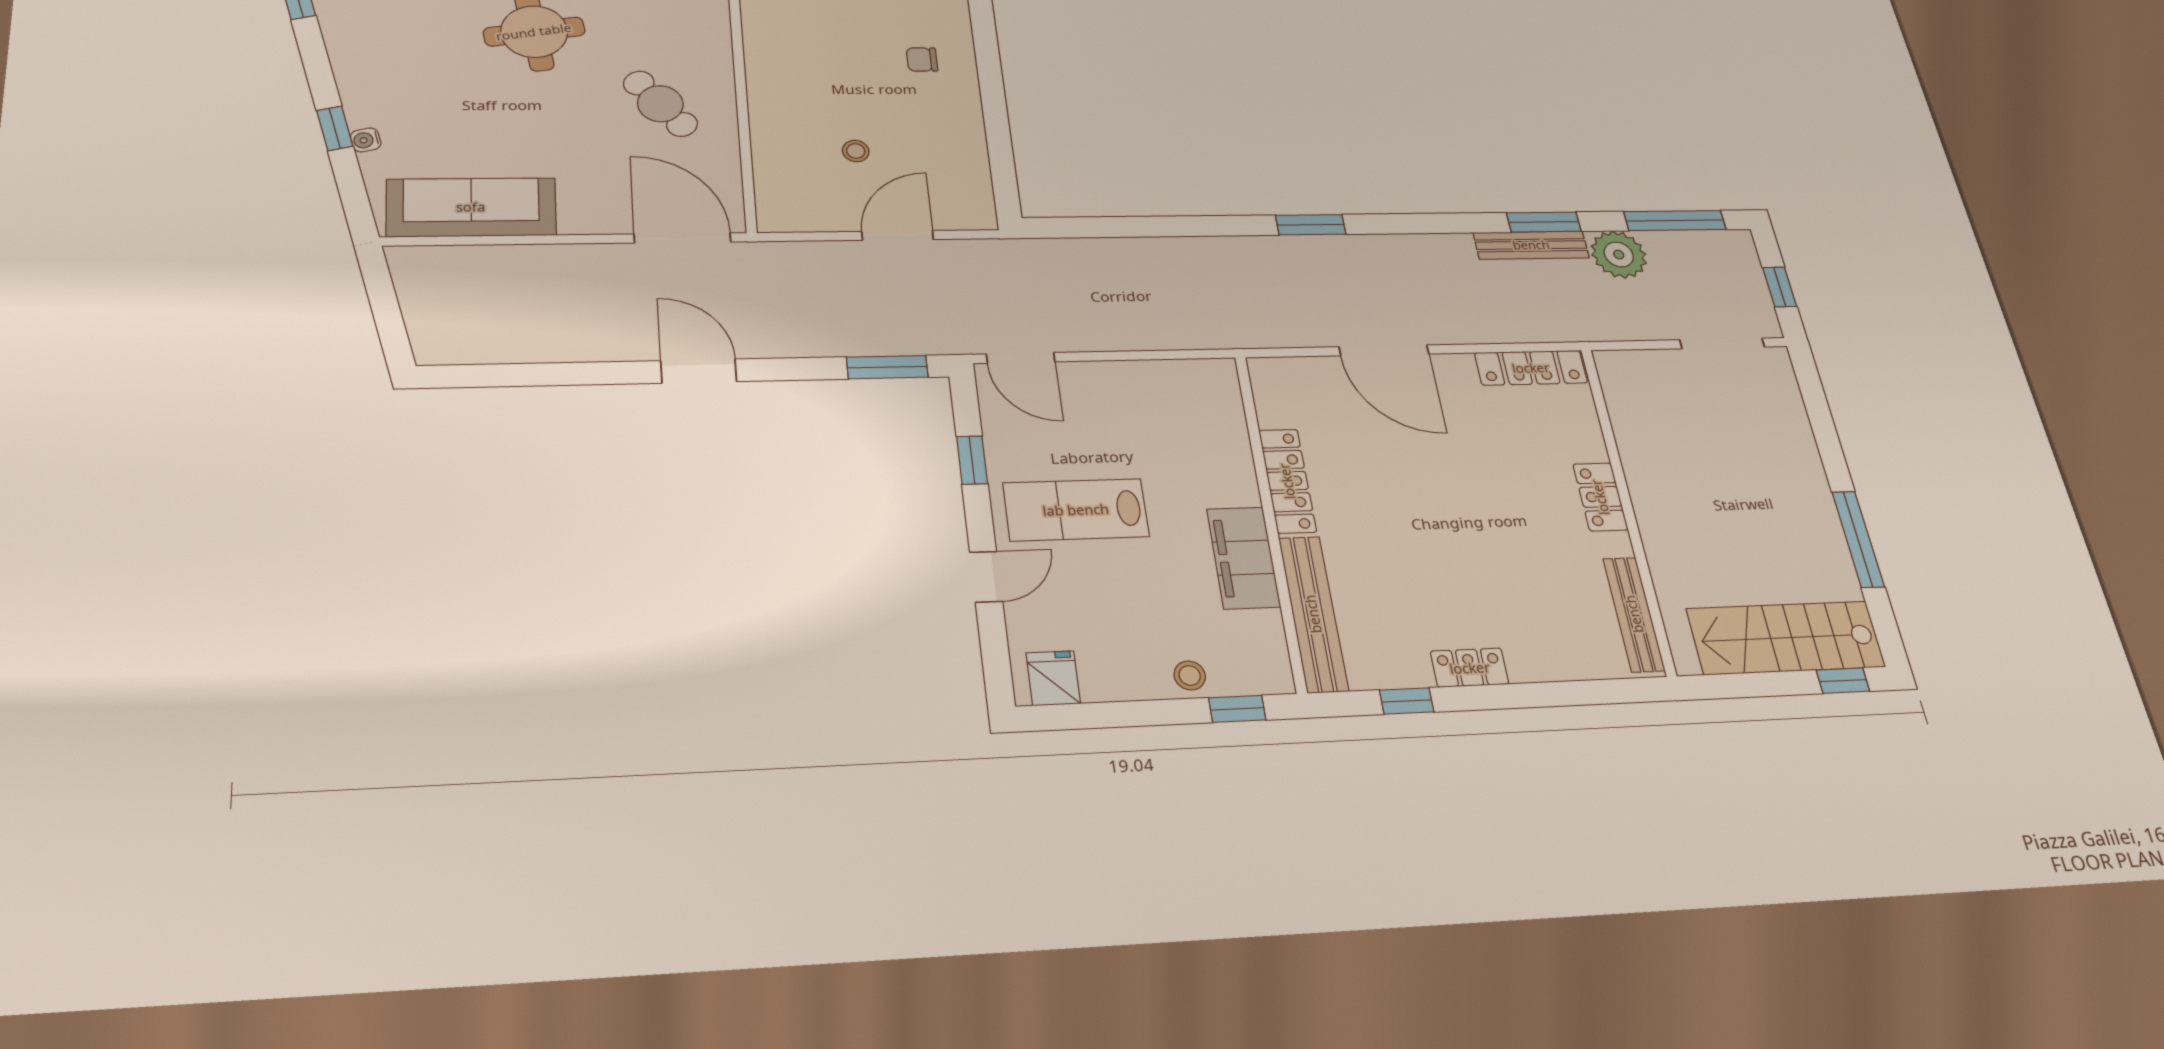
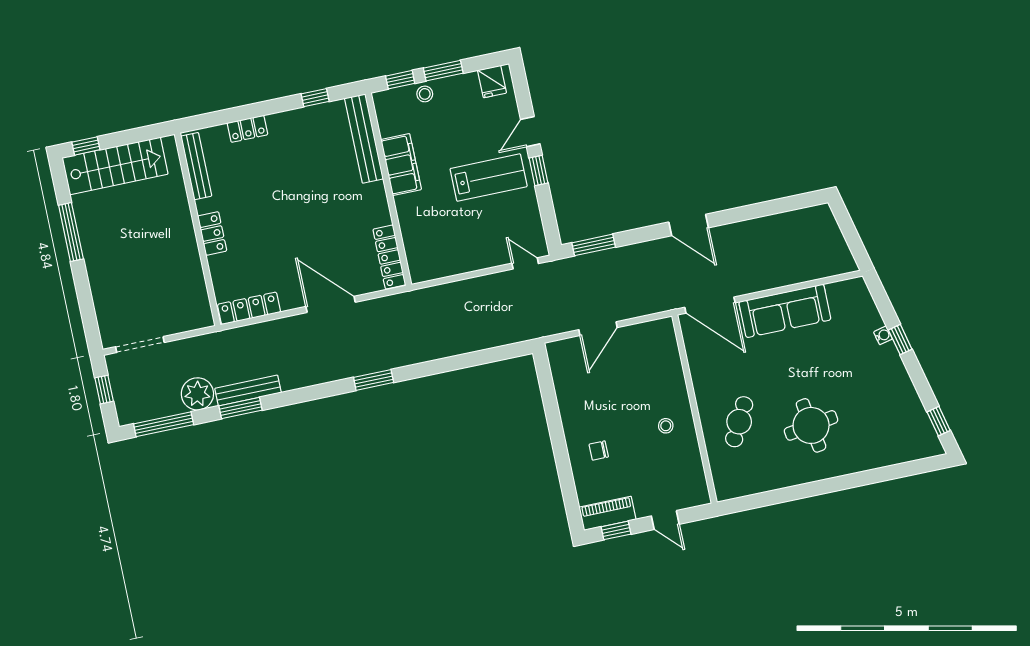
chair: (922, 60) -> (599, 451), turned 180
cafe table: (660, 104) -> (739, 422), moved, turned 66
stool: (856, 151) -> (666, 426), moved
sofa: (471, 207) -> (785, 311), moved
door: (1021, 358) -> (525, 263), width x0.73
window: (972, 460) -> (538, 170), moved
locker: (1287, 481) -> (389, 257), moved
locker: (1470, 668) -> (247, 129), moved
window: (1150, 713) -> (443, 71), added

